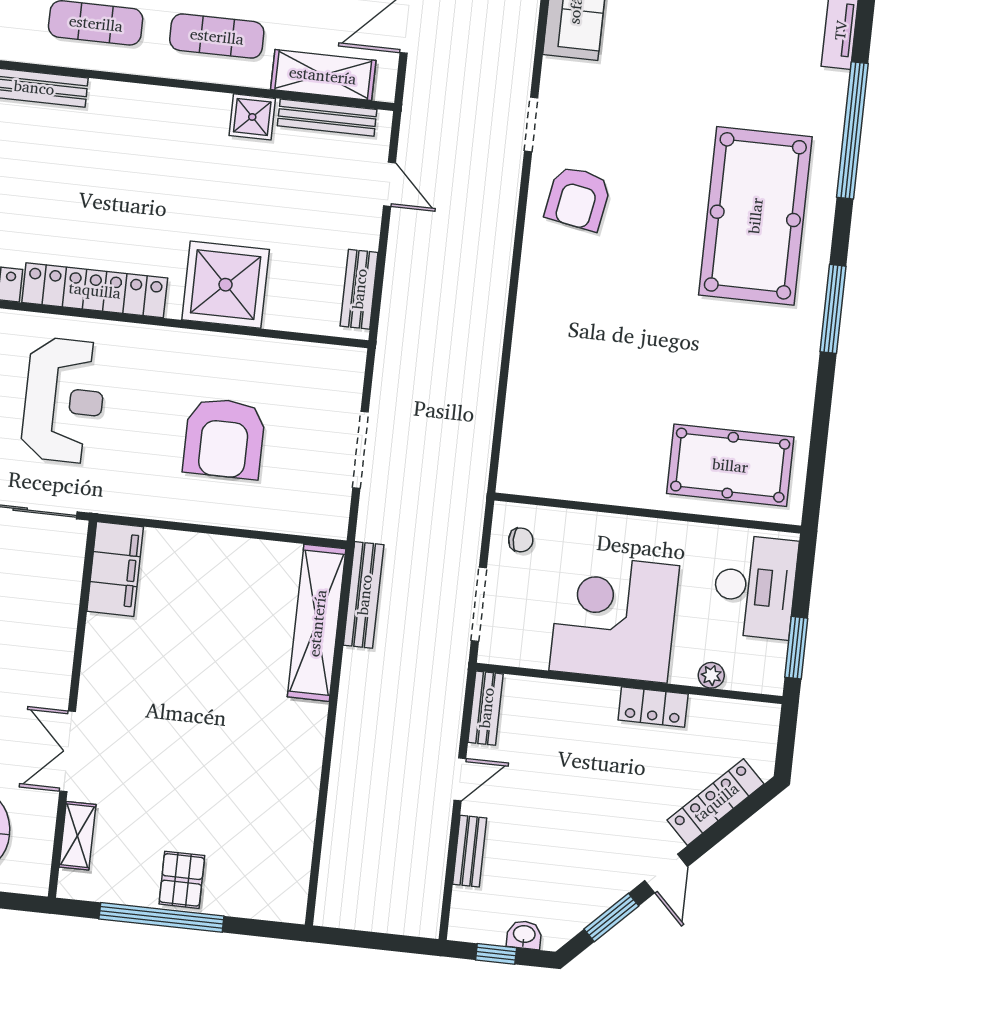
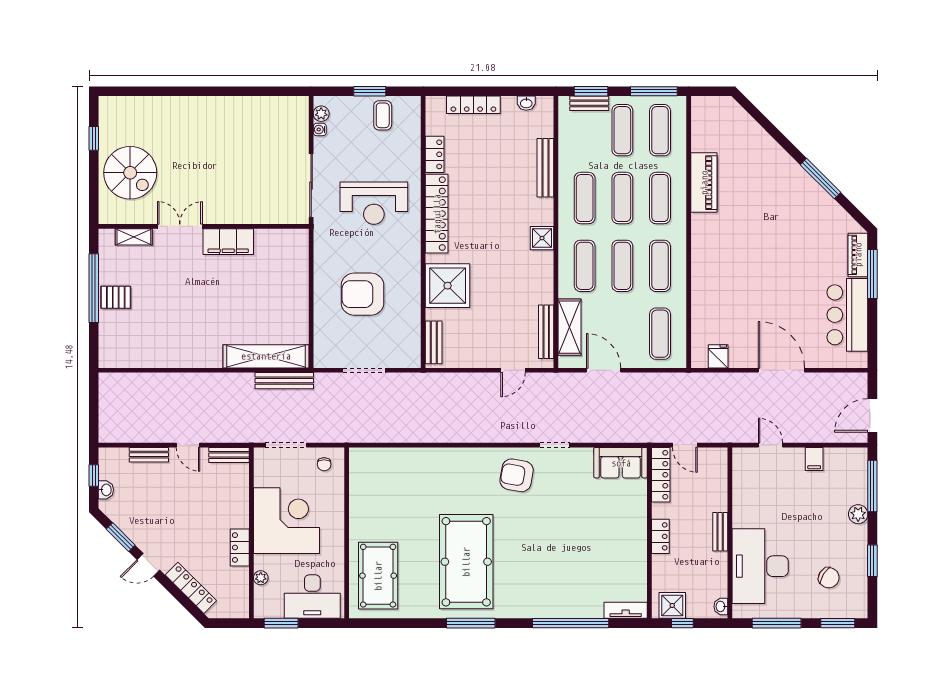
shower: (252, 117) -> (542, 238), moved
pool table: (755, 216) -> (466, 562), moved, turned 90
bench: (359, 289) -> (434, 342), moved, turned 90
filing cabinet: (115, 569) -> (228, 242), moved

